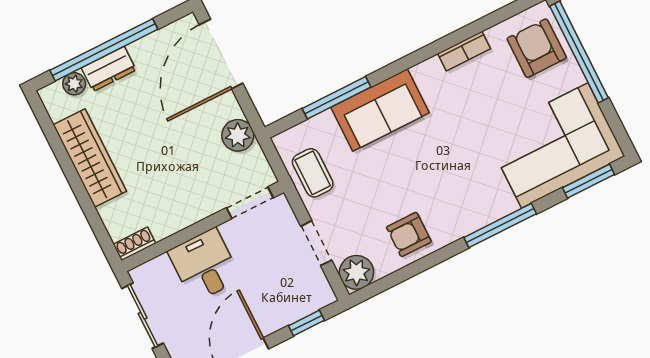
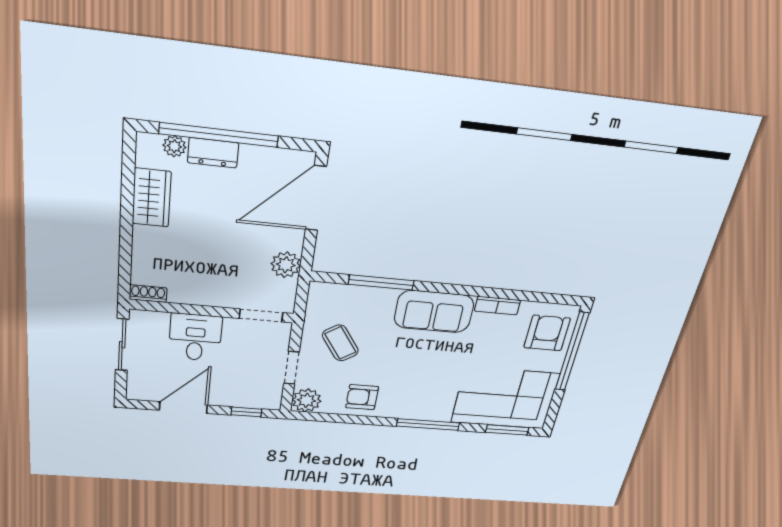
sofa: (380, 110) -> (434, 312), moved
wardrobe: (90, 158) -> (152, 198), width x0.67
coffee table: (313, 173) -> (340, 343), moved, turned -34

